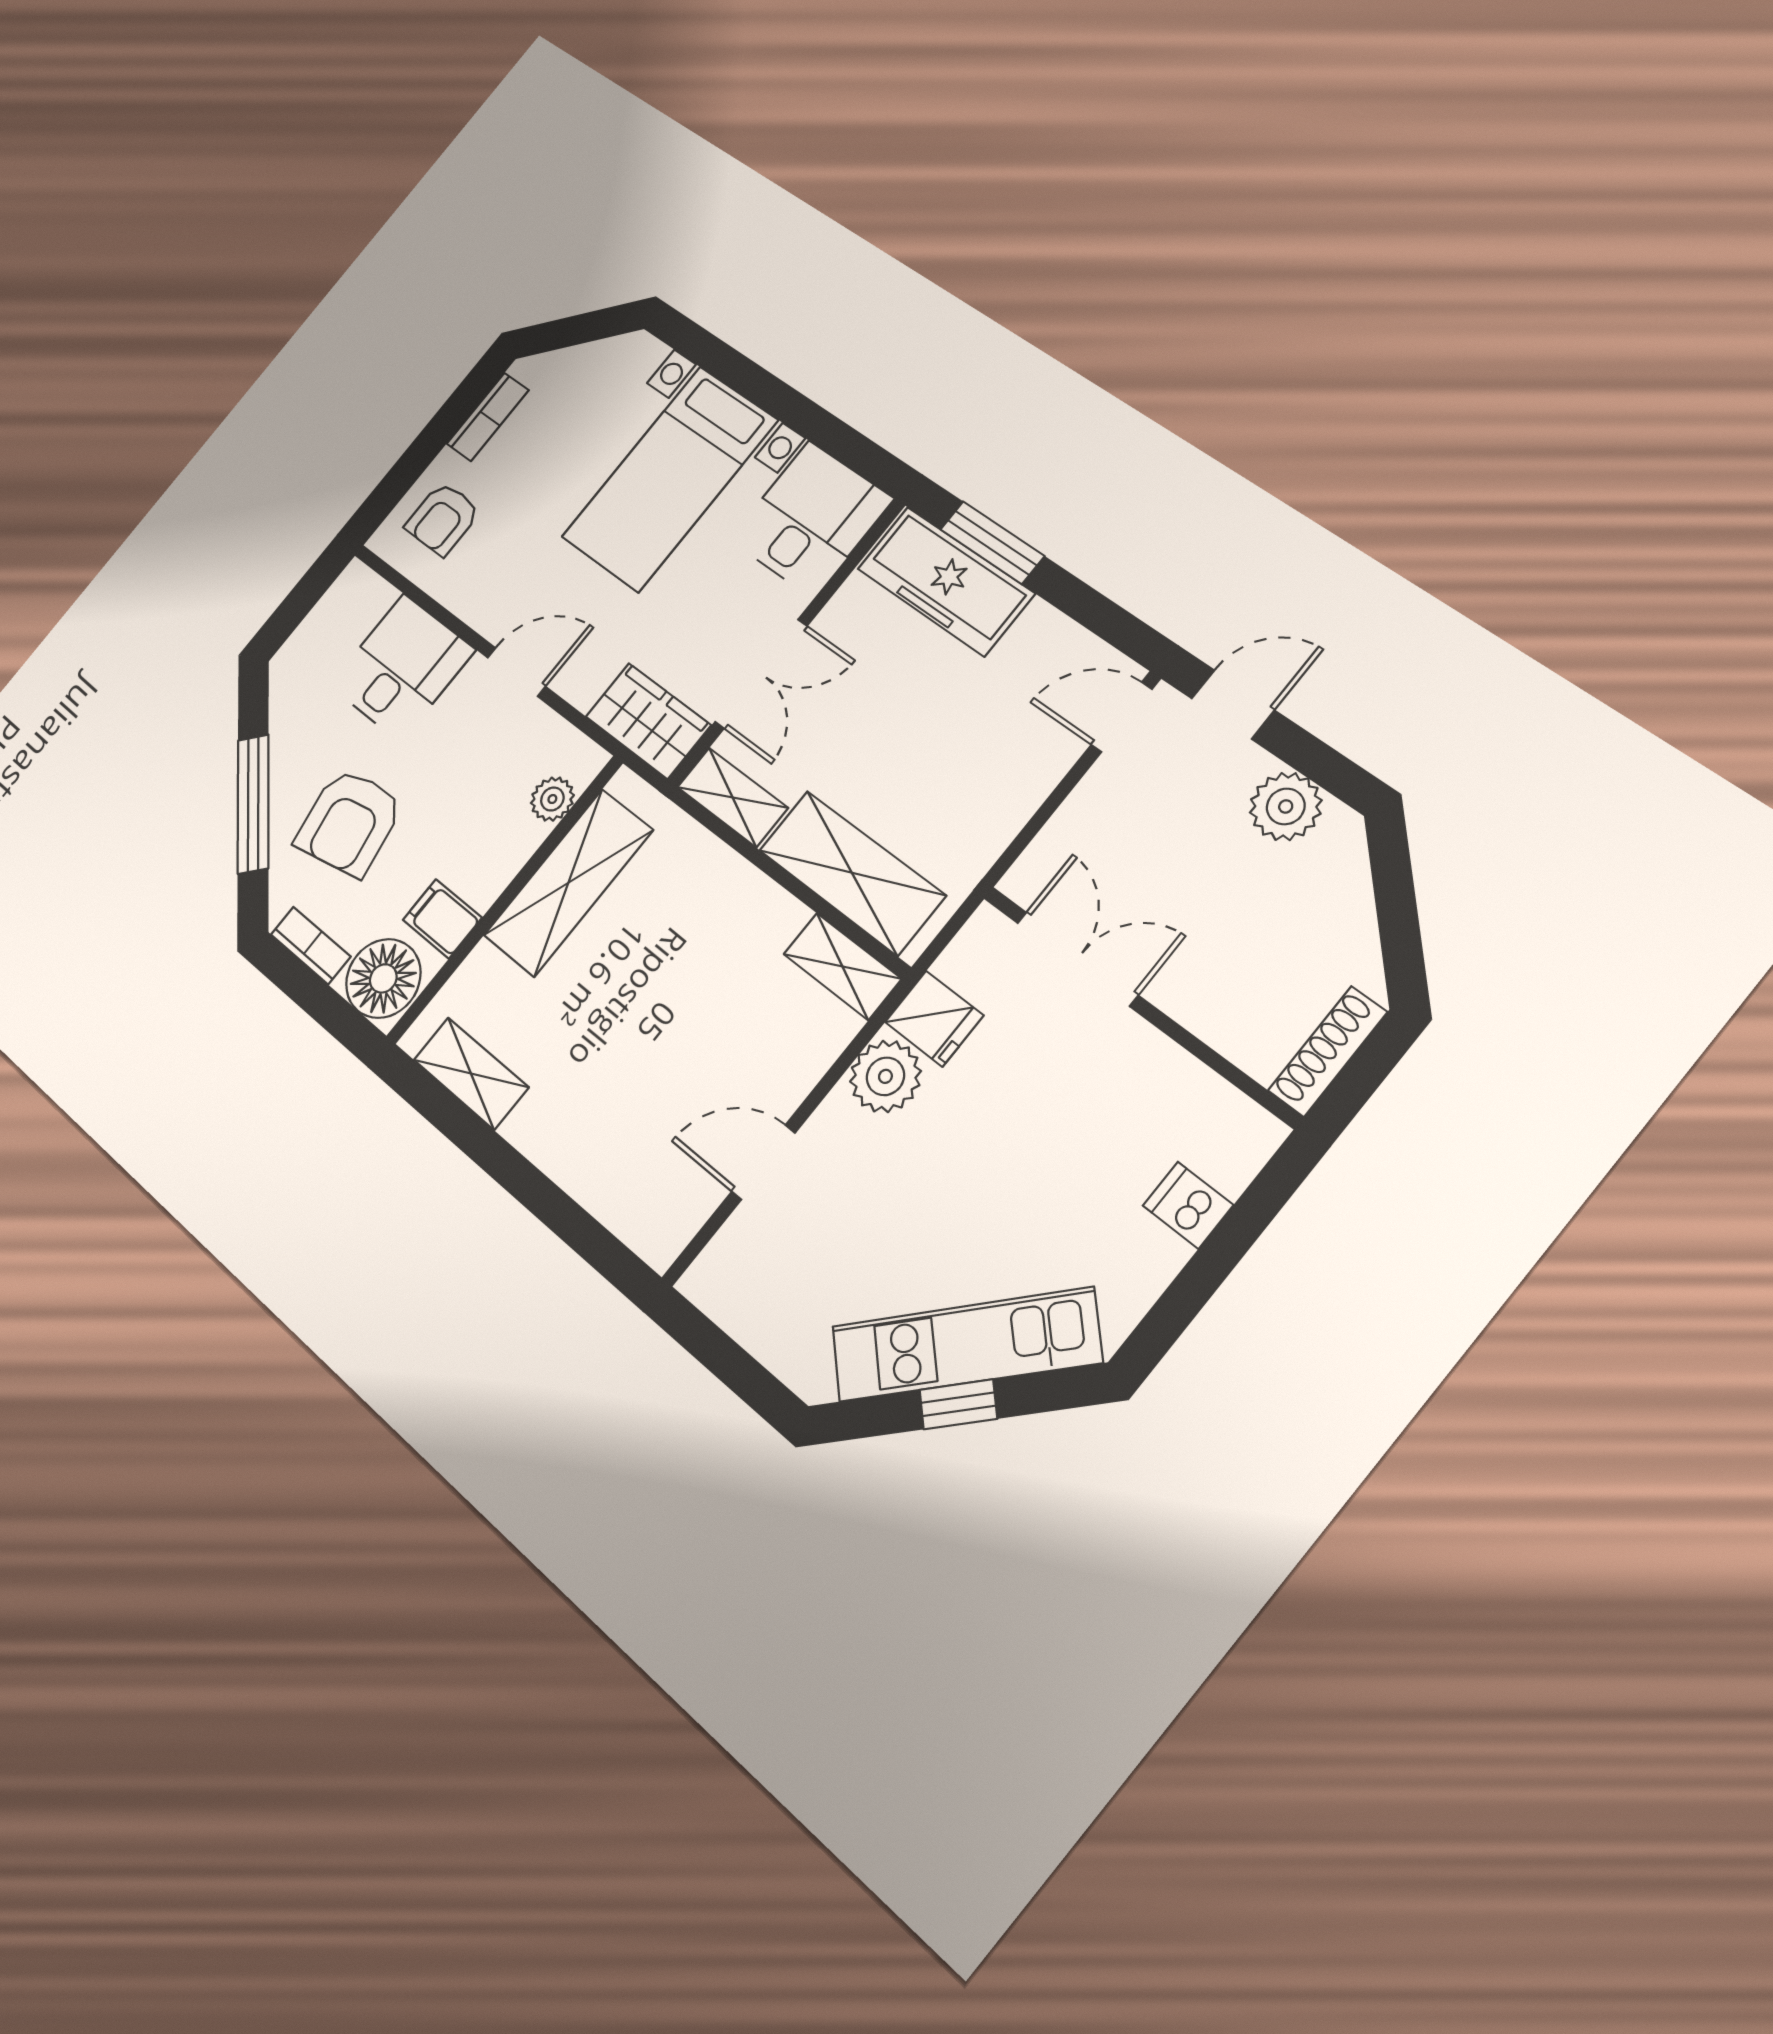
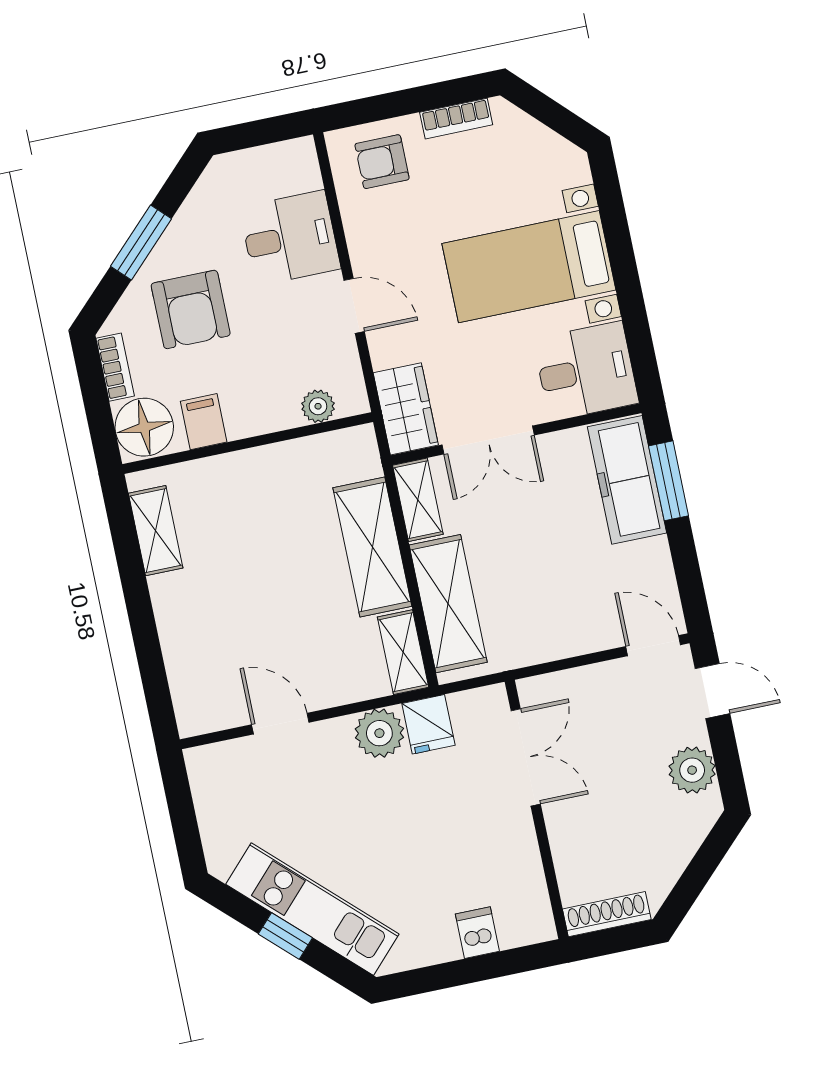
window: (253, 804) -> (141, 242), width x0.69
armchair: (349, 822) -> (191, 309), turned -79
shelving: (568, 883) -> (372, 547), moved, turned 90

